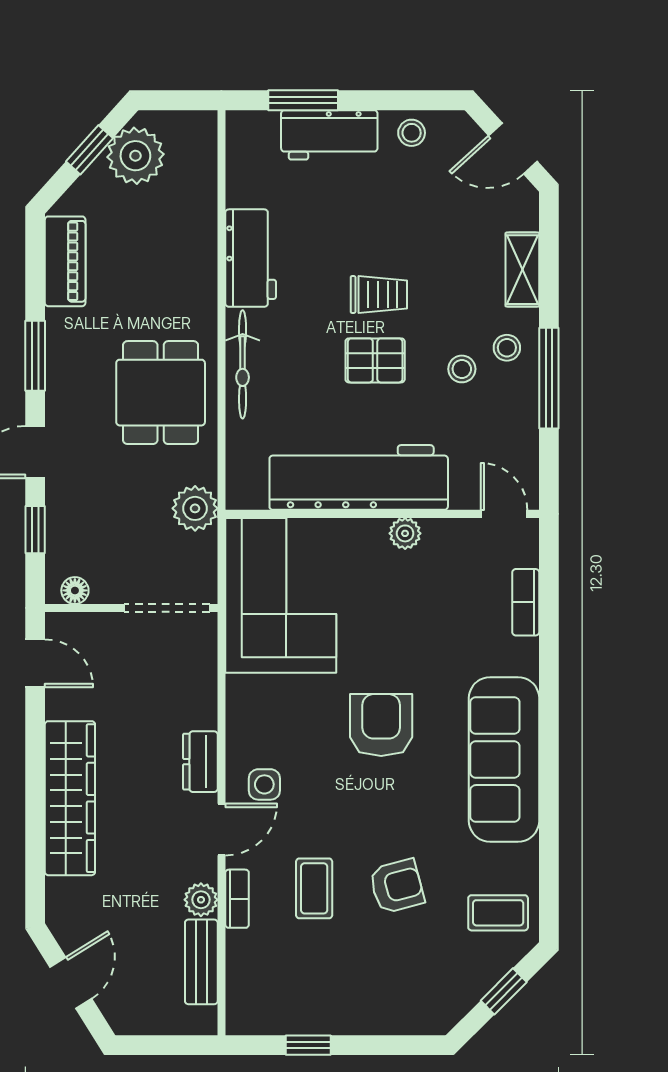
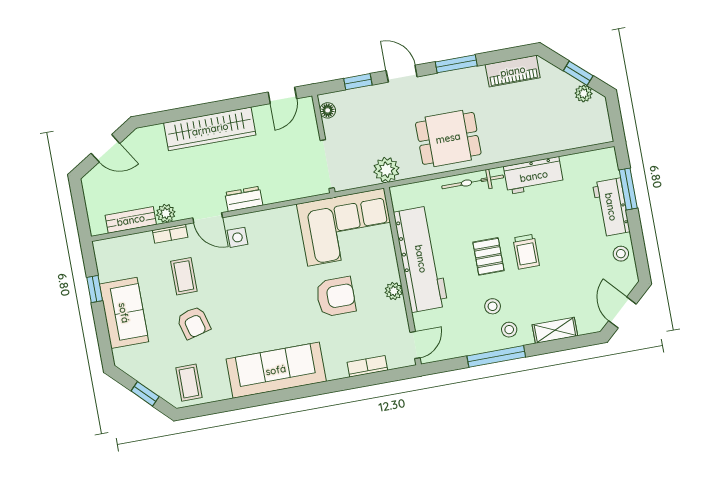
plant: (135, 156) -> (584, 93), width x0.53, depth x0.53
armchair: (381, 725) -> (336, 297), moved
coffee table: (314, 888) -> (184, 276), turned 90
sofa: (358, 1002) -> (124, 313), added

